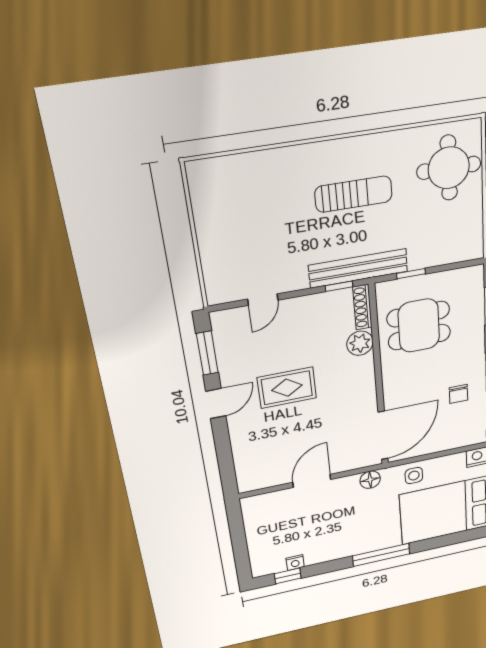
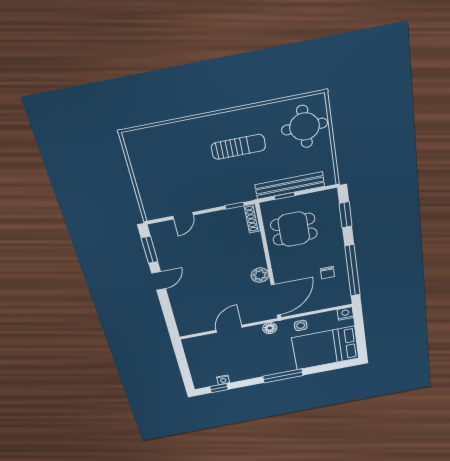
bench: (358, 268) -> (290, 186), moved
plant: (360, 343) -> (260, 275), moved
rug: (287, 388) -> (206, 270), removed

